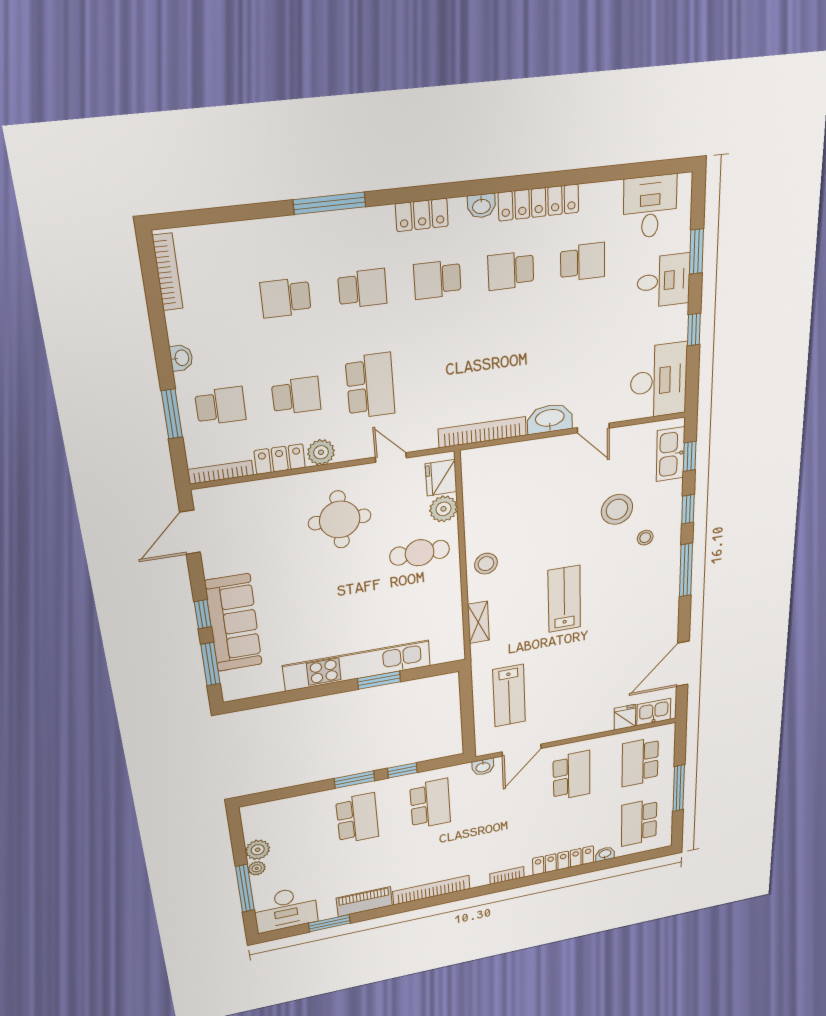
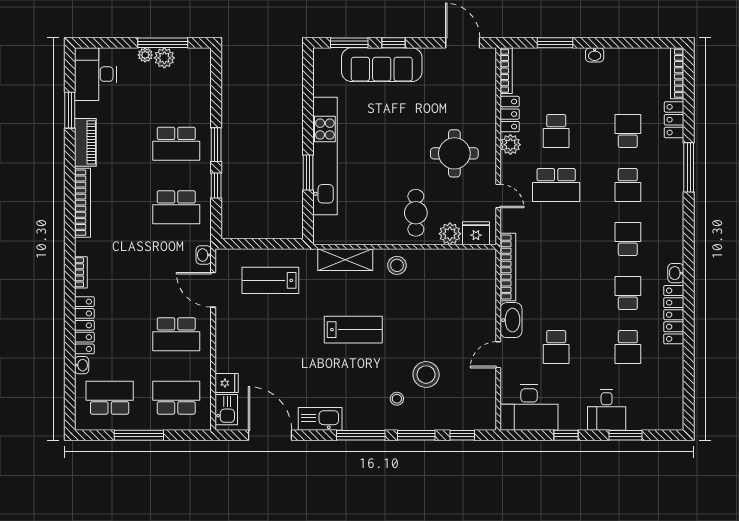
desk: (650, 207) -> (662, 398), removed
locker: (422, 215) -> (674, 120), moved
bookcase: (168, 272) -> (677, 73), moved, turned 90
school desk: (221, 406) -> (556, 347), moved
kitchen sink: (670, 454) -> (320, 419), moved
door: (391, 458) -> (498, 196), hinge flipped
window: (688, 509) -> (416, 435), width x1.50
shelving: (478, 622) -> (345, 260), width x1.50, depth x1.33
window: (245, 888) -> (163, 43), moved

